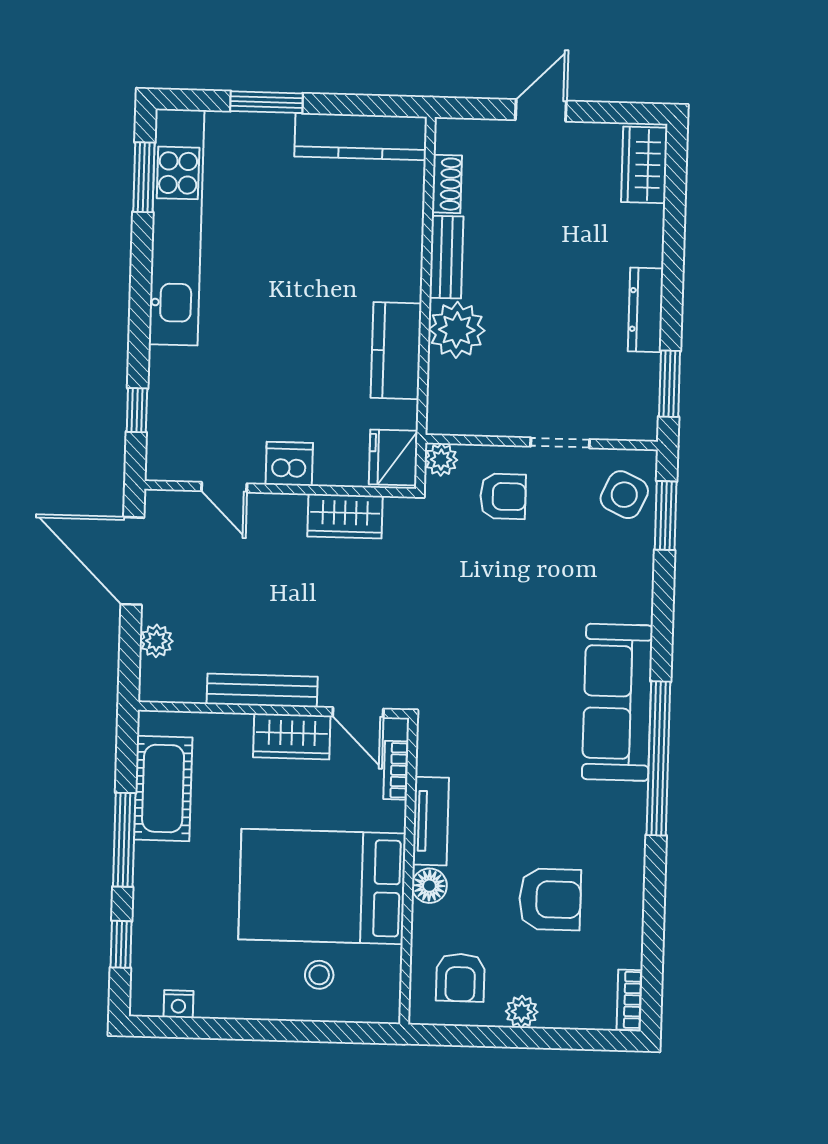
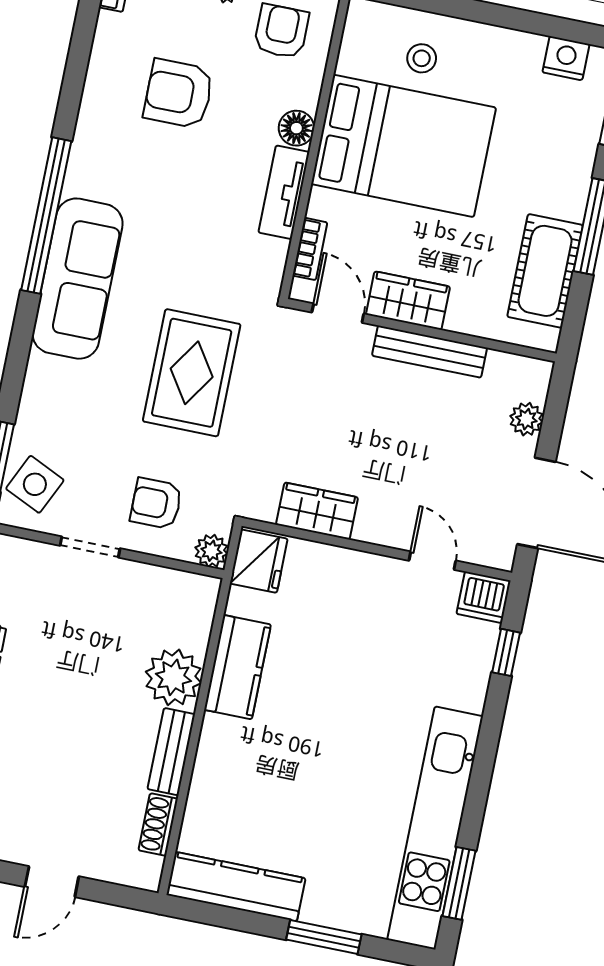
dishwasher: (289, 464) -> (483, 597), moved
rug: (490, 630) -> (192, 373), added
nightstand: (178, 1004) -> (566, 58), width x1.39, depth x1.35

